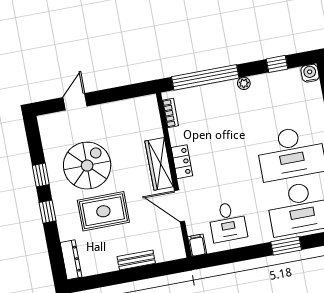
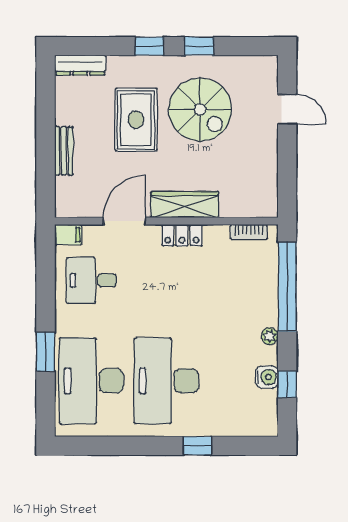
water cooler: (310, 73) -> (267, 377), moved

